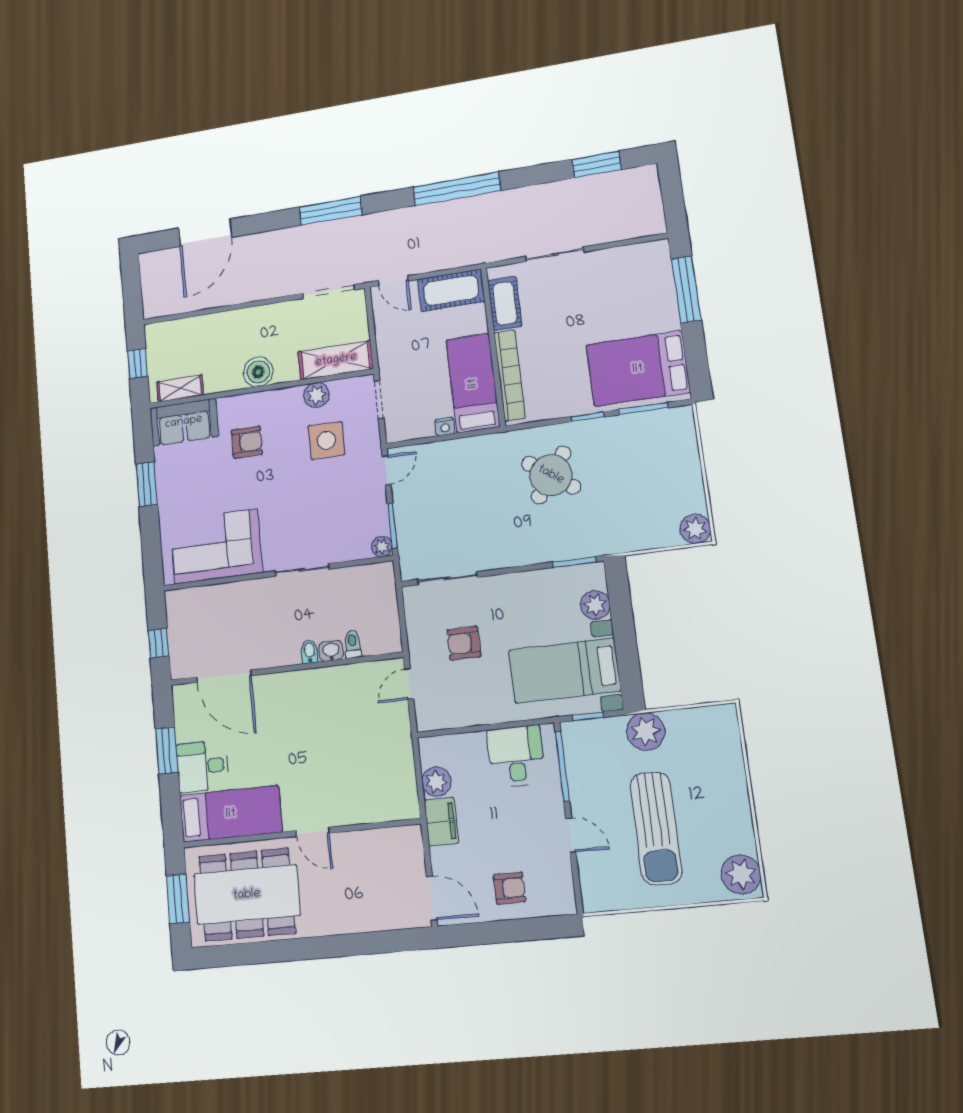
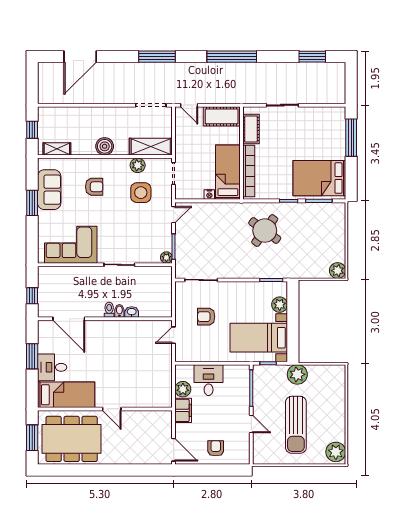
sofa: (184, 422) -> (49, 190), moved, turned -90
toilet: (353, 644) -> (109, 310), moved
desk: (516, 756) -> (209, 380), moved
armchair: (509, 888) -> (216, 448), turned -90

